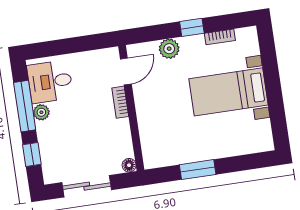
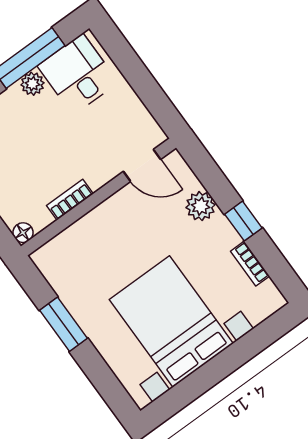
bed with nightstands: (228, 92) -> (171, 321), width x1.36
bookcase: (120, 102) -> (70, 200), moved

